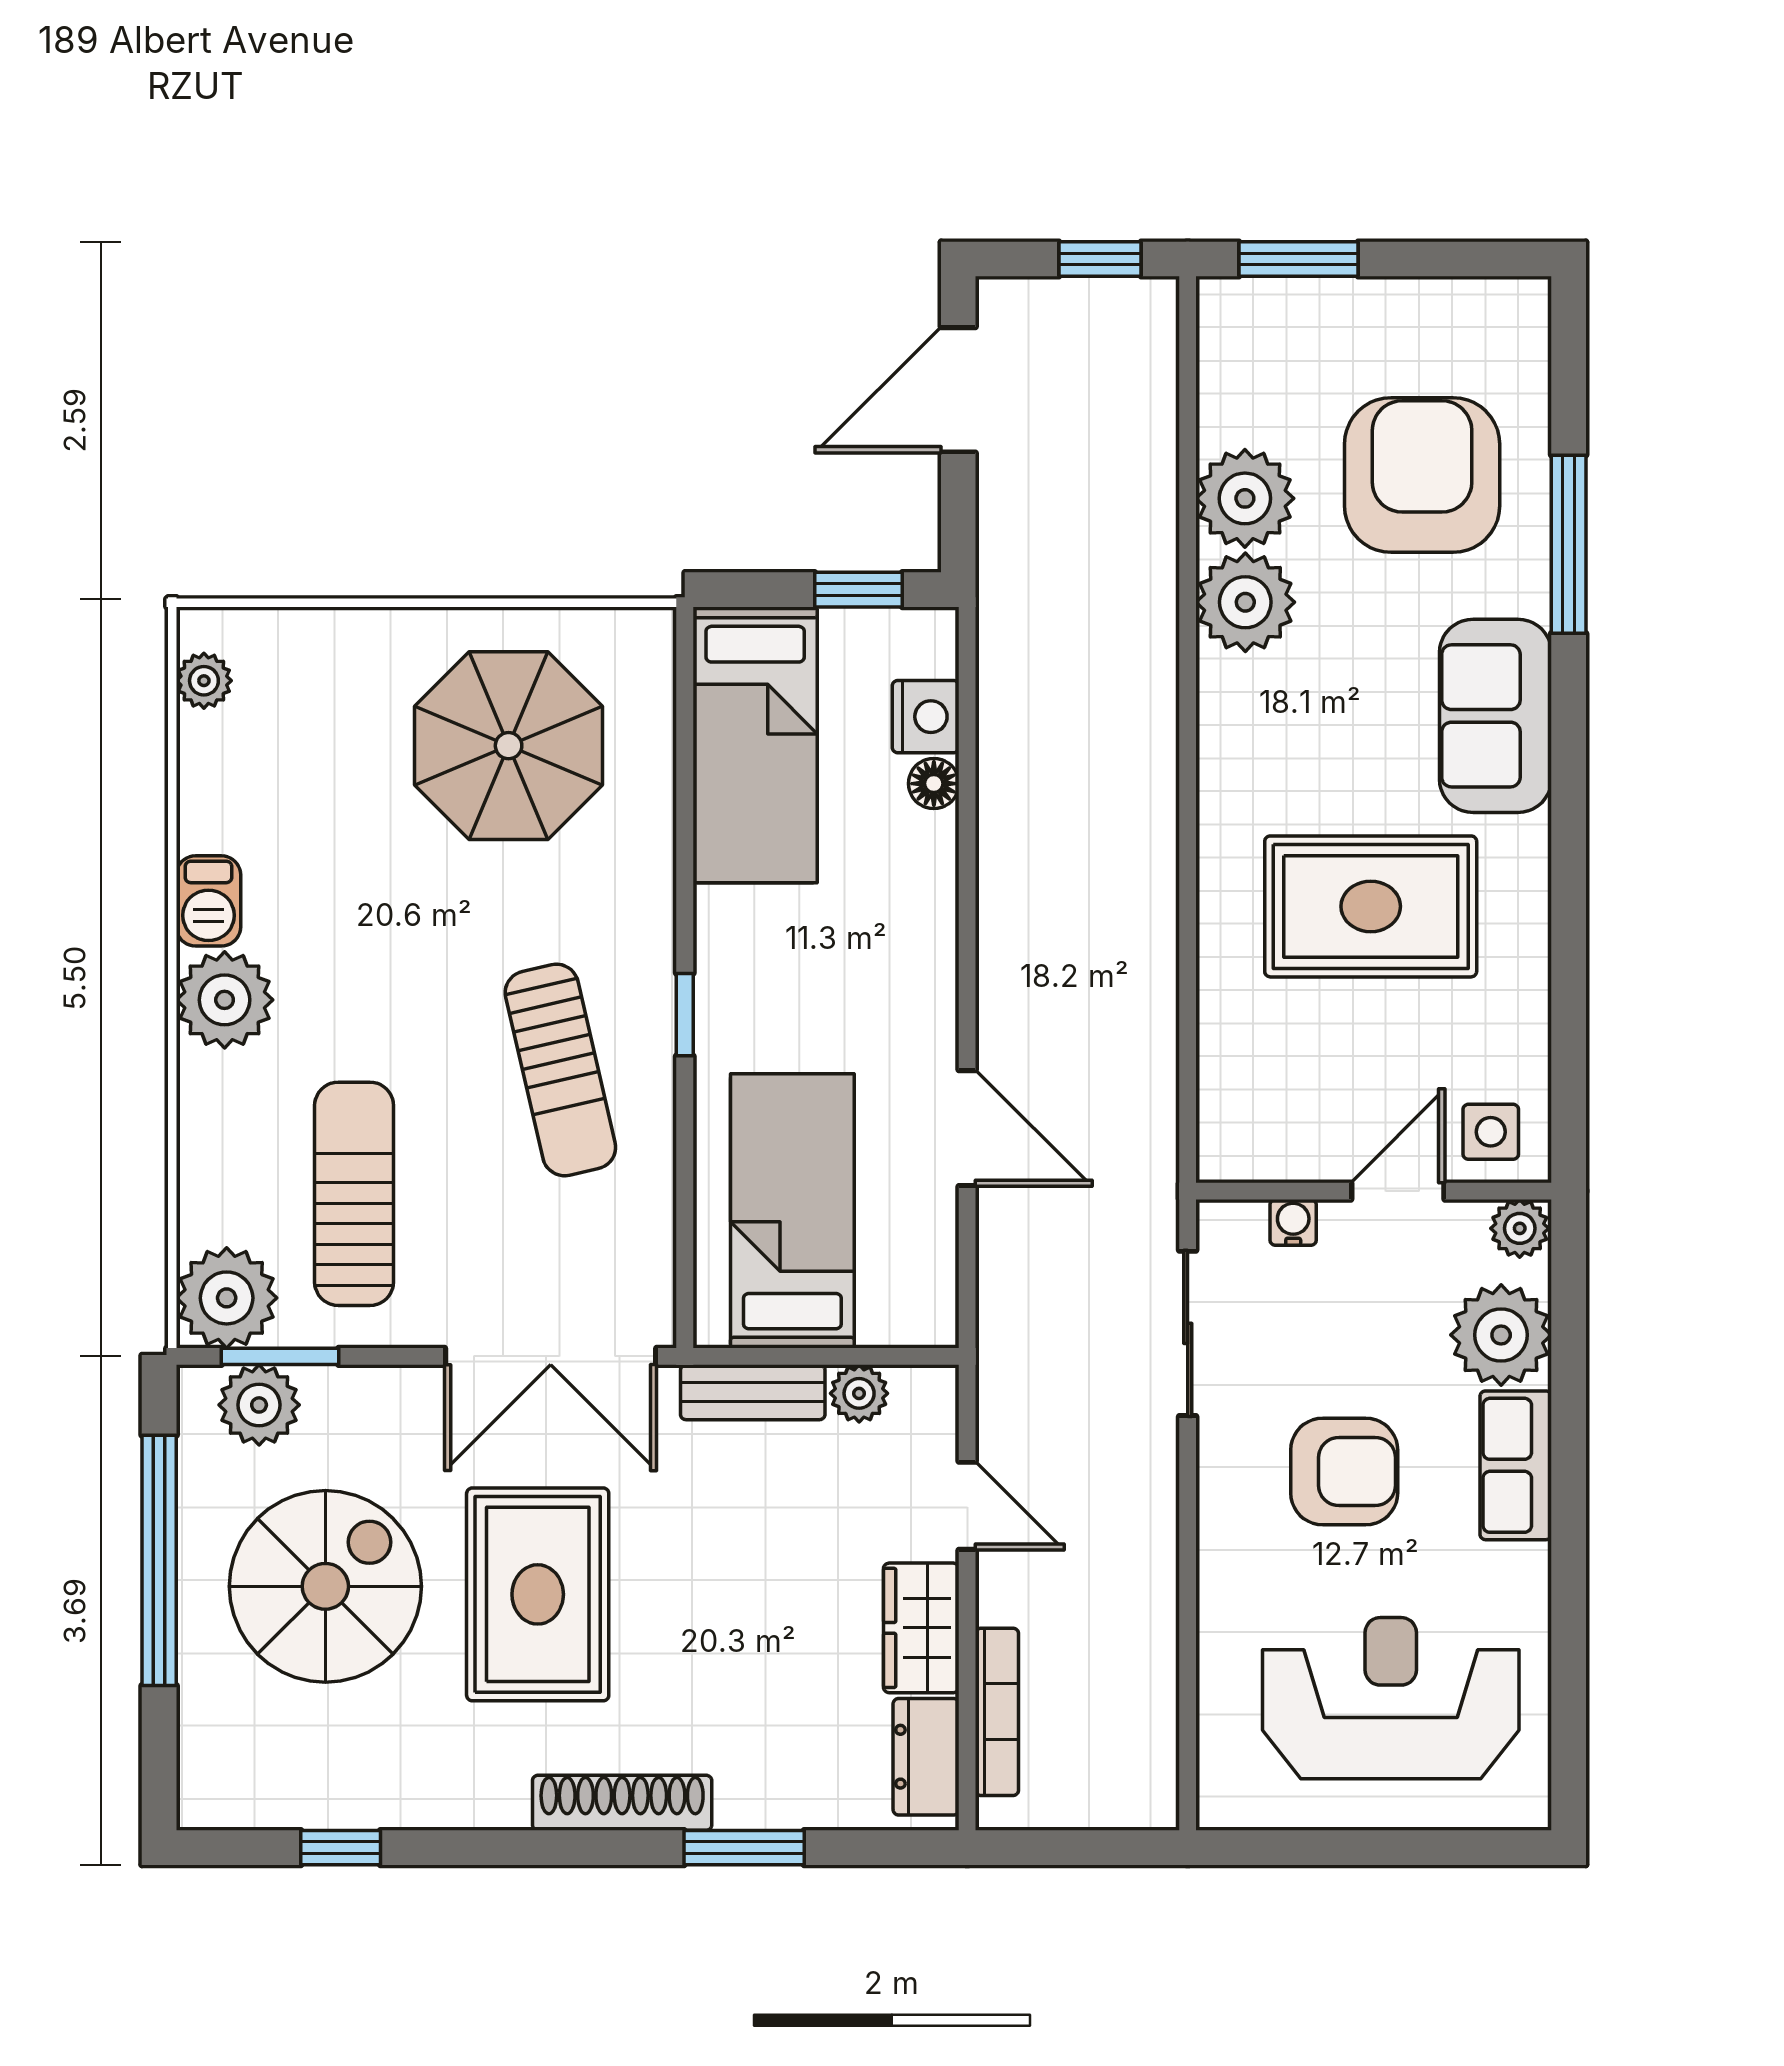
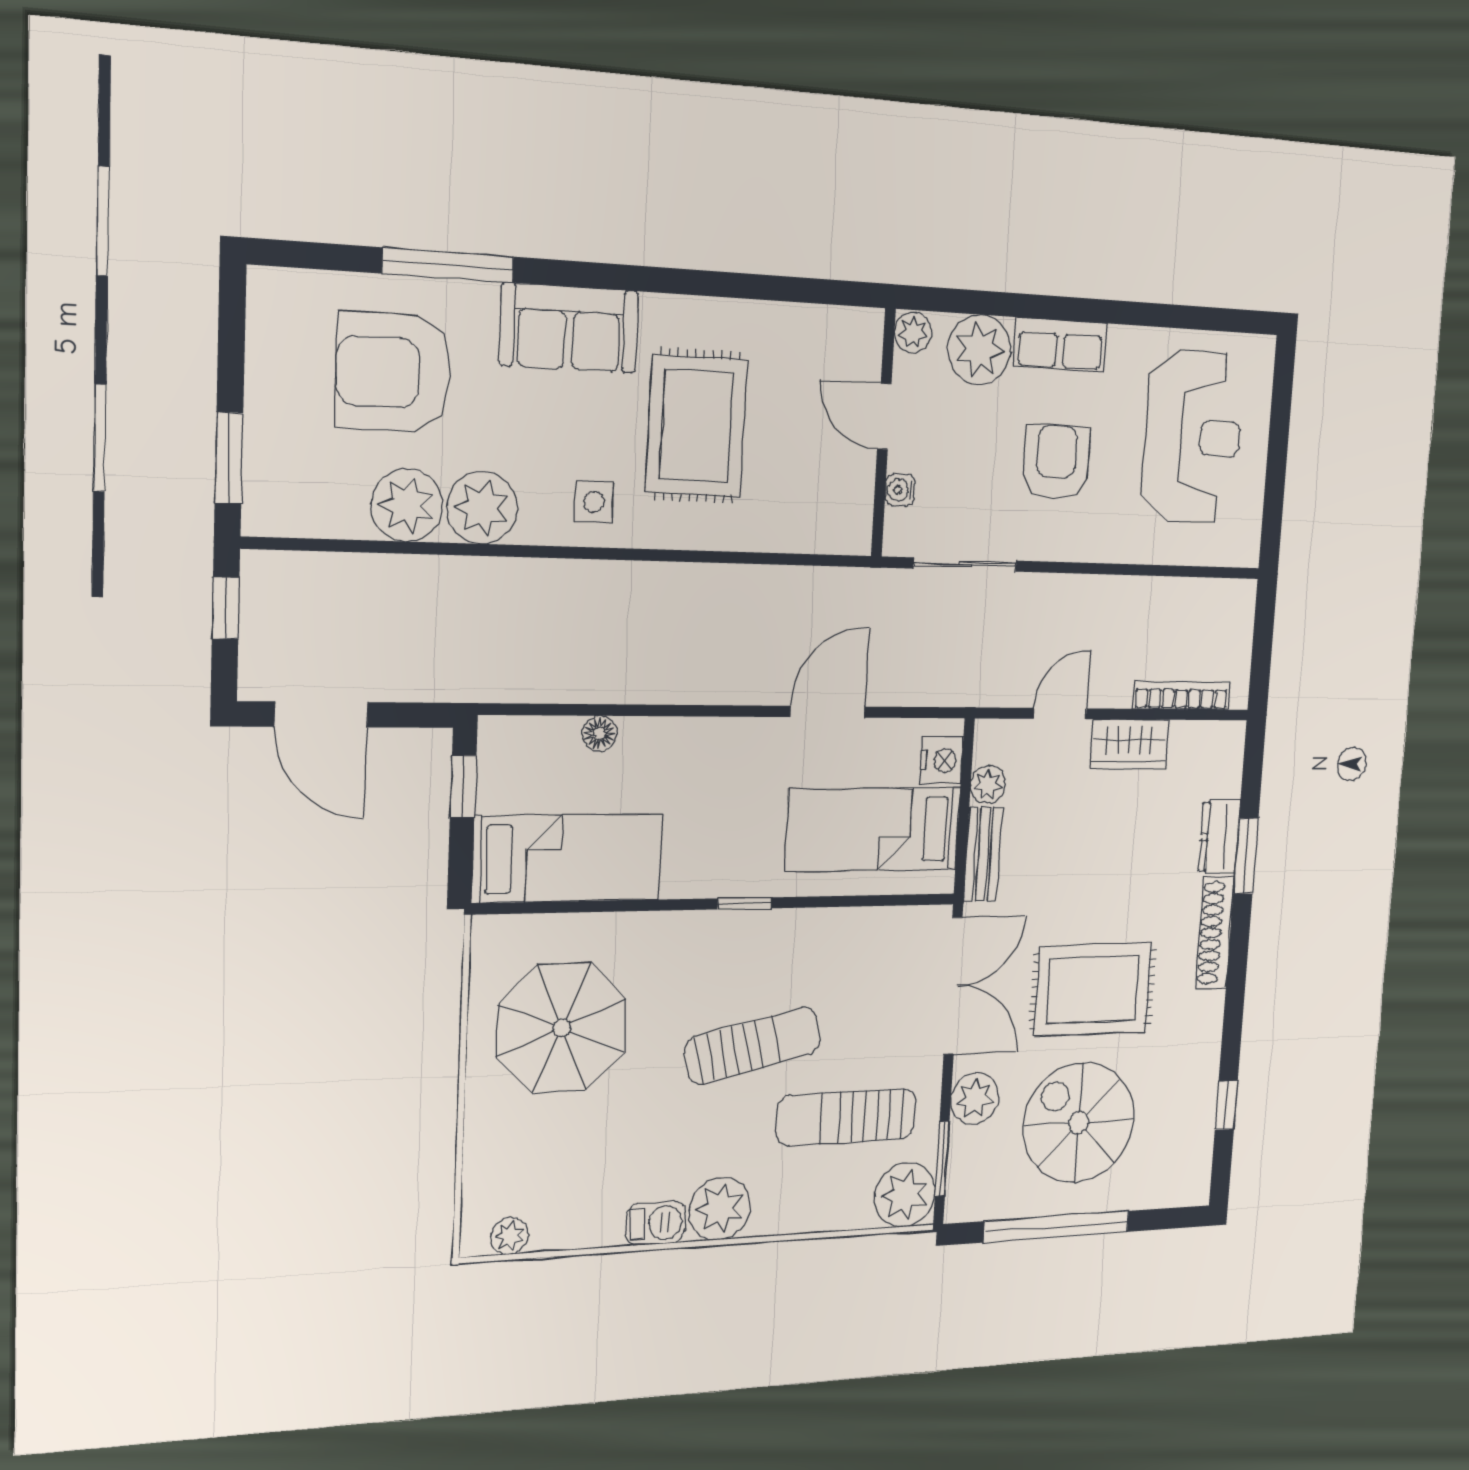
nightstand: (926, 717) -> (942, 760), moved, turned 90
sun lounger: (560, 1070) -> (753, 1046), moved
side table: (1491, 1132) -> (594, 502), moved
plant: (259, 1405) -> (975, 1098), moved
reception desk: (1391, 1698) -> (1193, 437), turned 180
dresser: (926, 1757) -> (1219, 837), moved, turned 90

